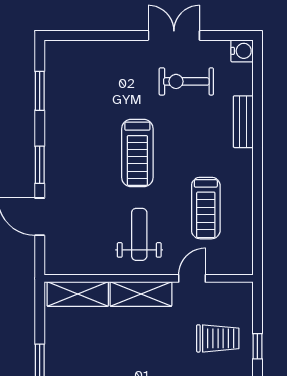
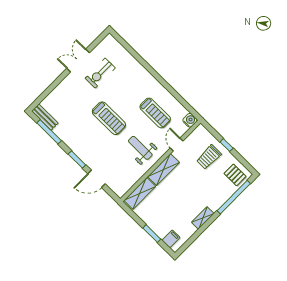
water cooler: (242, 51) -> (190, 120), moved
window: (40, 91) -> (49, 132), width x1.44
bench: (243, 122) -> (45, 117), moved
trolley: (218, 338) -> (209, 157), turned 180

